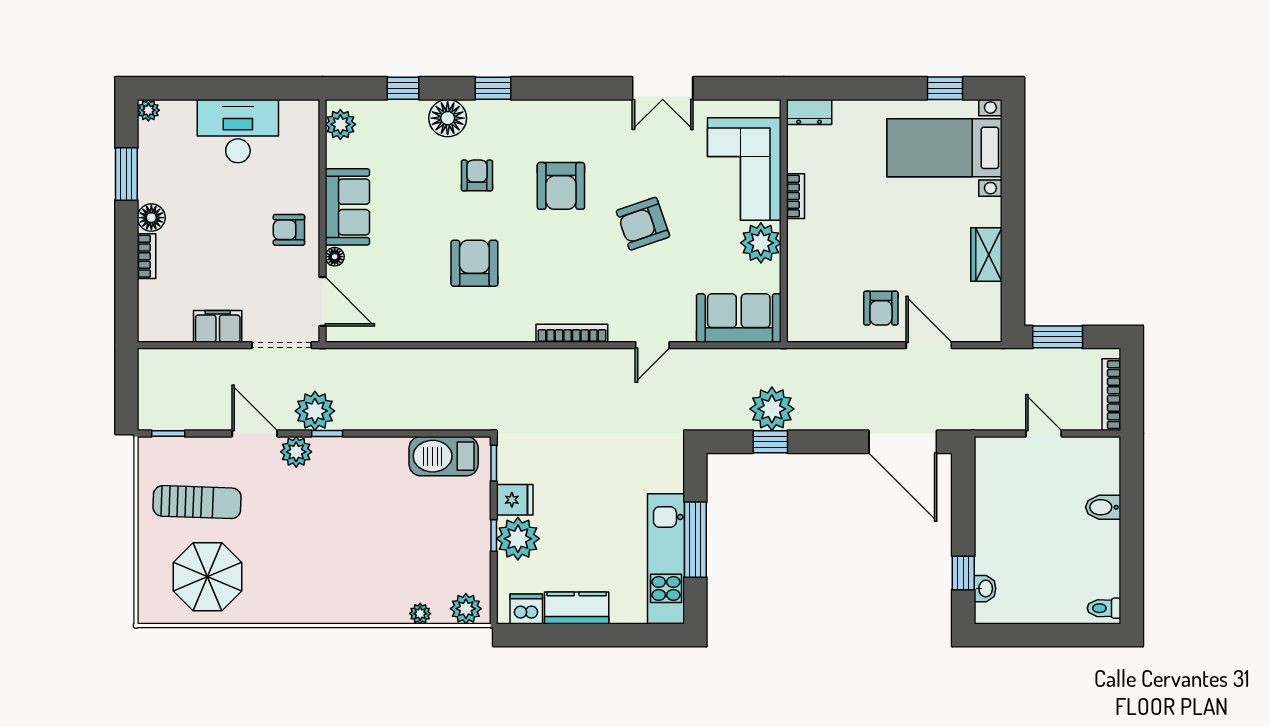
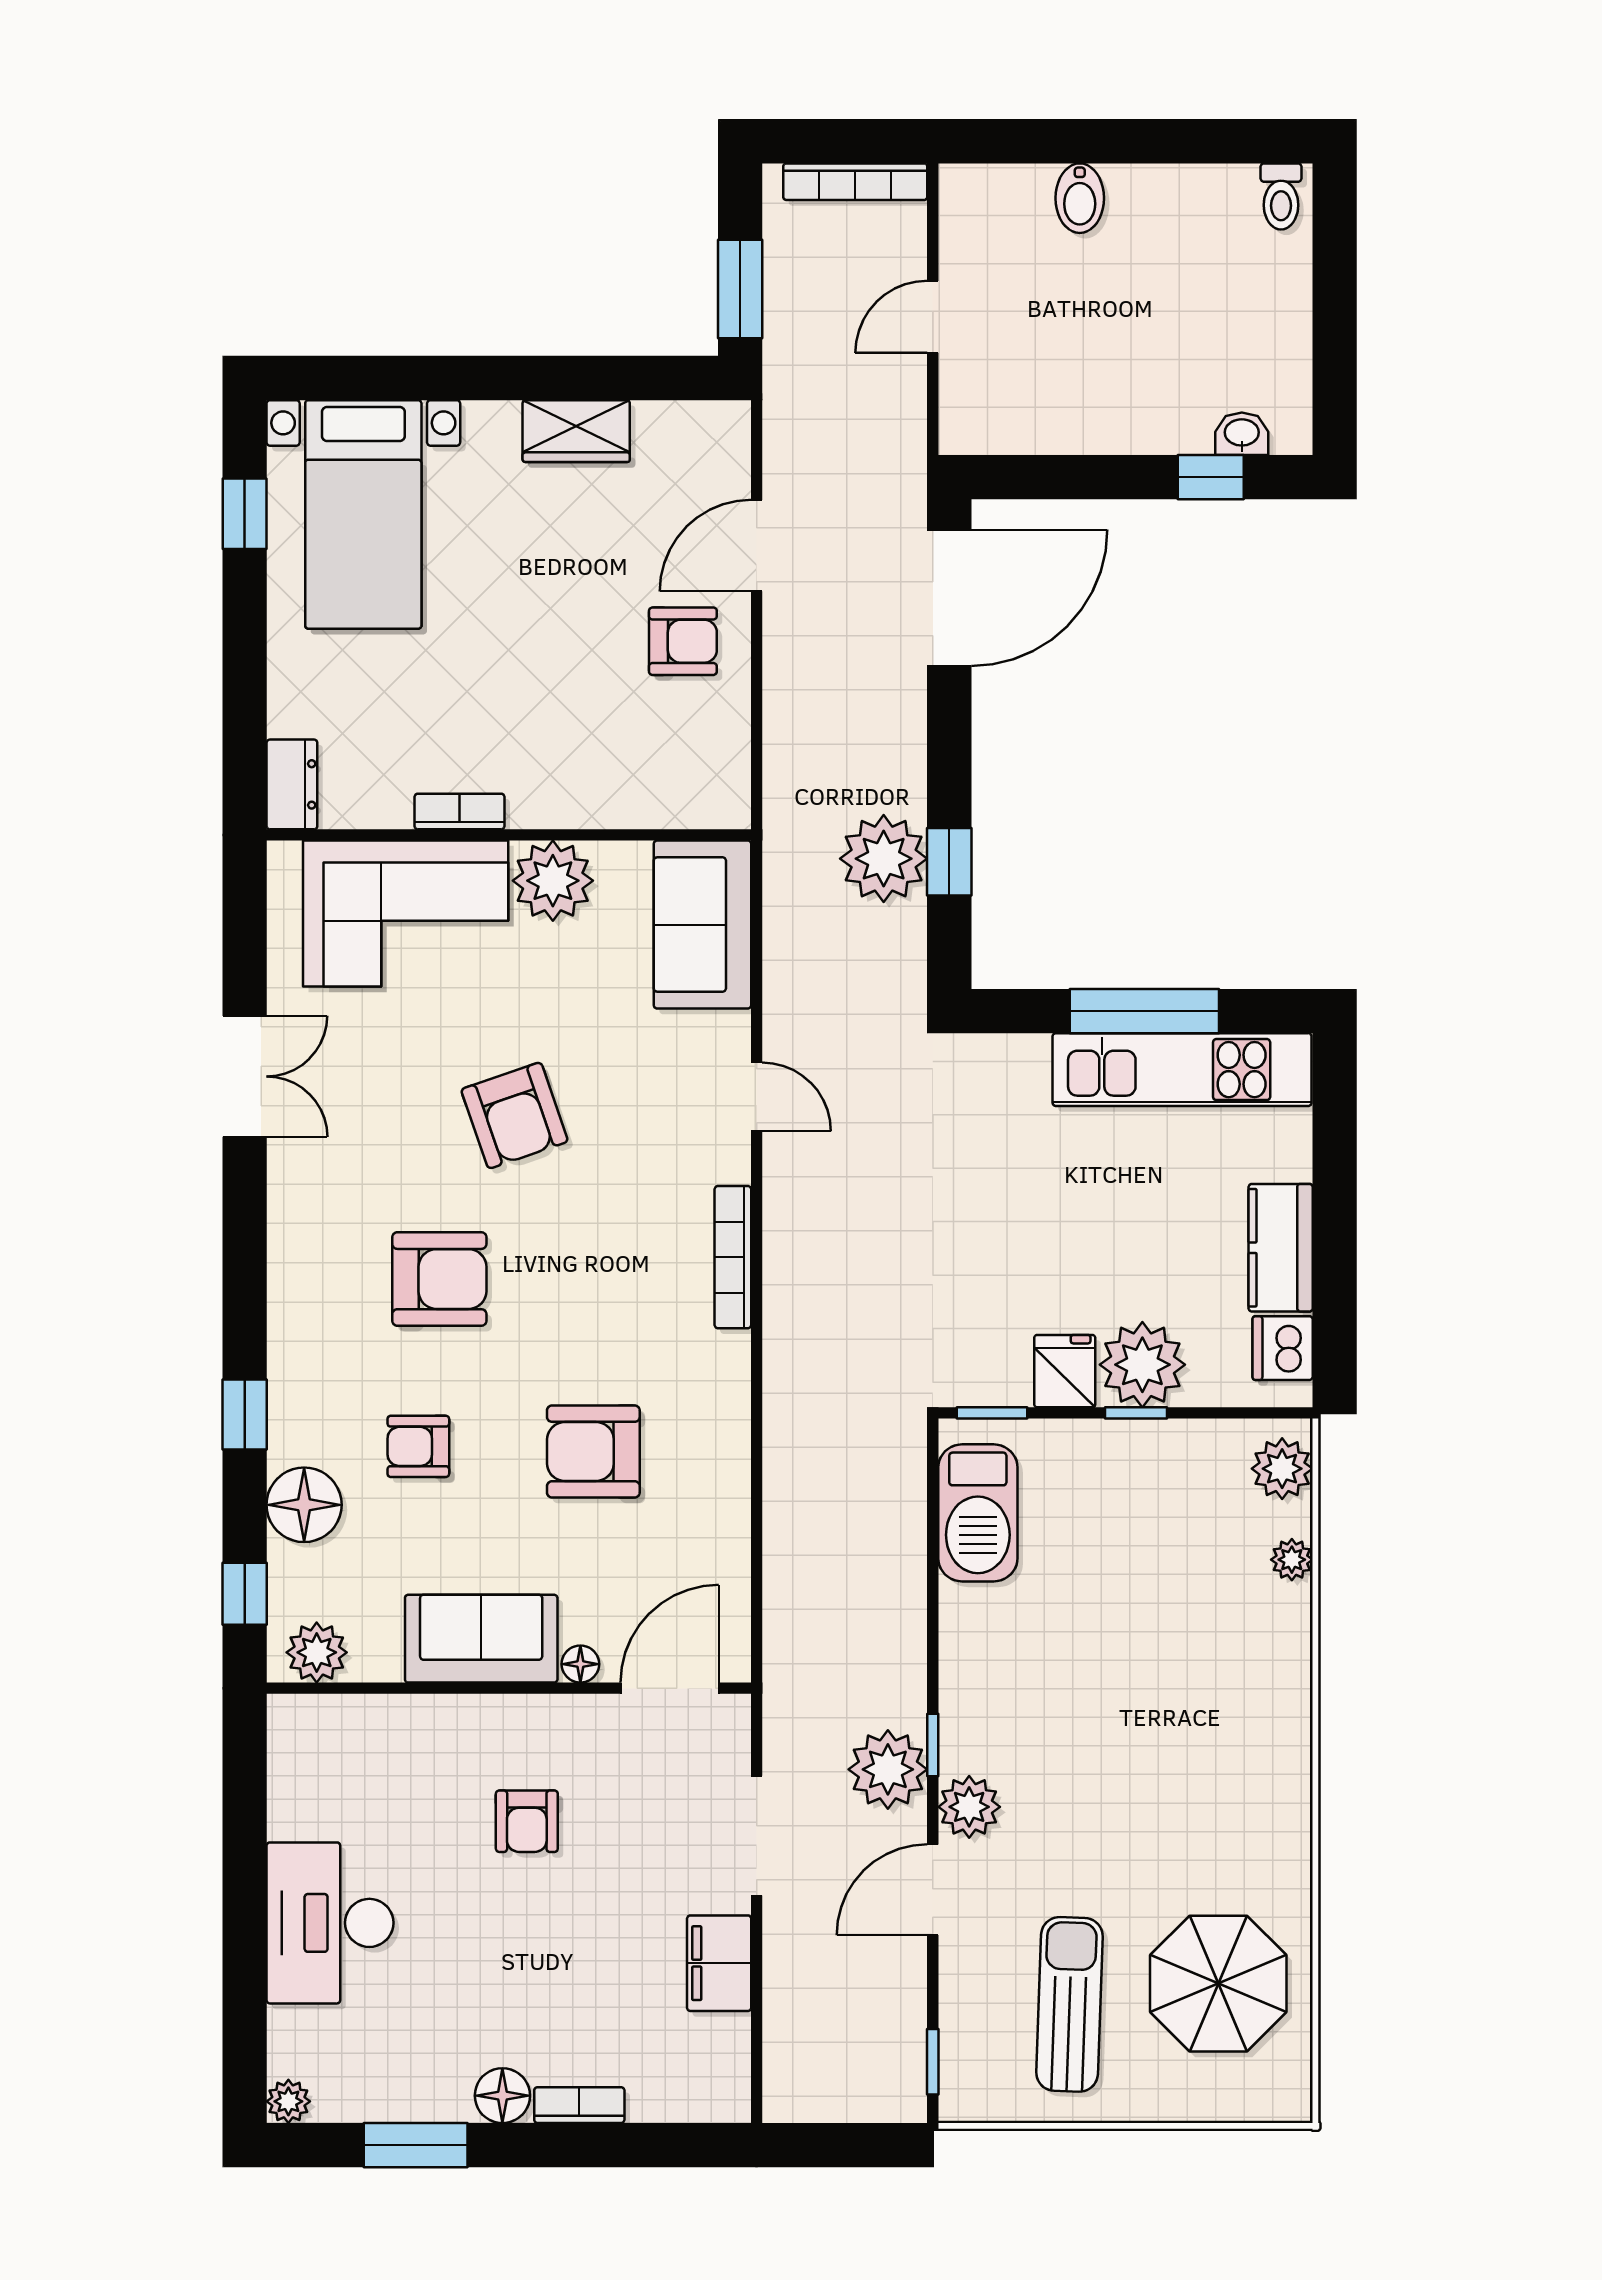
plant: (340, 124) -> (317, 1652), moved
sofa: (347, 207) -> (481, 1639), moved
wall: (323, 221) -> (509, 1688), moved
floor lamp: (335, 257) -> (580, 1664), moved
door: (323, 302) -> (670, 1688), moved

